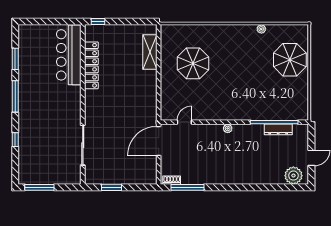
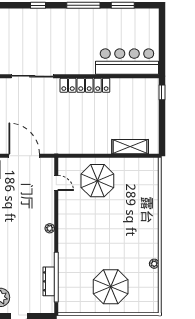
parasol: (290, 60) -> (111, 287), moved
parasol: (193, 63) -> (97, 181), moved
locker: (91, 65) -> (85, 85), moved
door: (159, 141) -> (24, 156), moved

